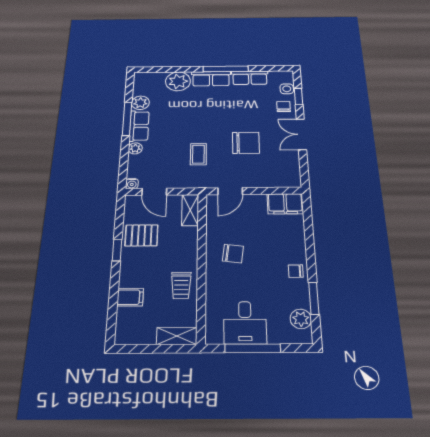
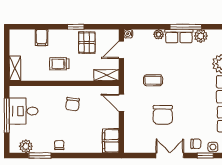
trolley: (181, 285) -> (59, 64), moved

